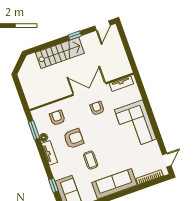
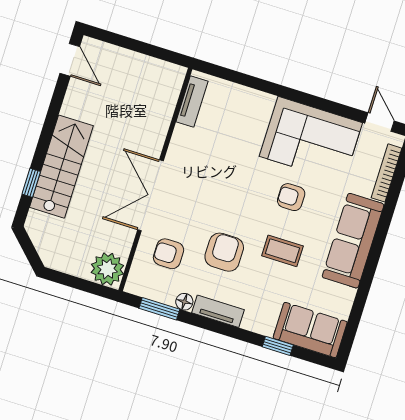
window: (75, 35) -> (31, 183), moved
double door: (89, 89) -> (150, 195), moved
plant: (34, 99) -> (107, 269), added
armchair: (97, 108) -> (291, 197), moved
corner sofa: (135, 124) -> (311, 140), moved

